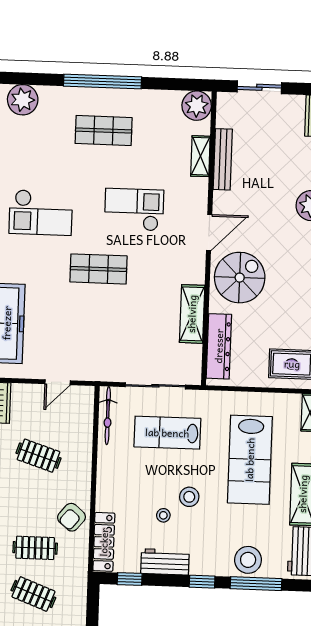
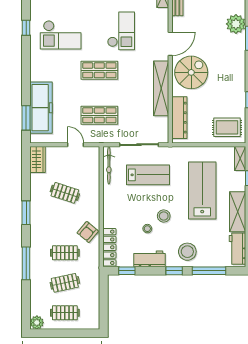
checkout: (134, 210) -> (121, 31), turned 90
shelving: (192, 314) -> (161, 88), width x1.47
shop shelf: (96, 338) -> (99, 115), added
door: (58, 382) -> (76, 145), swing flipped
lab bench: (167, 433) -> (148, 175), turned 180
lab bench: (250, 460) -> (202, 190), turned 180
stool: (248, 560) -> (187, 252), moved
clothes rail: (33, 594) -> (65, 283), turned -33

